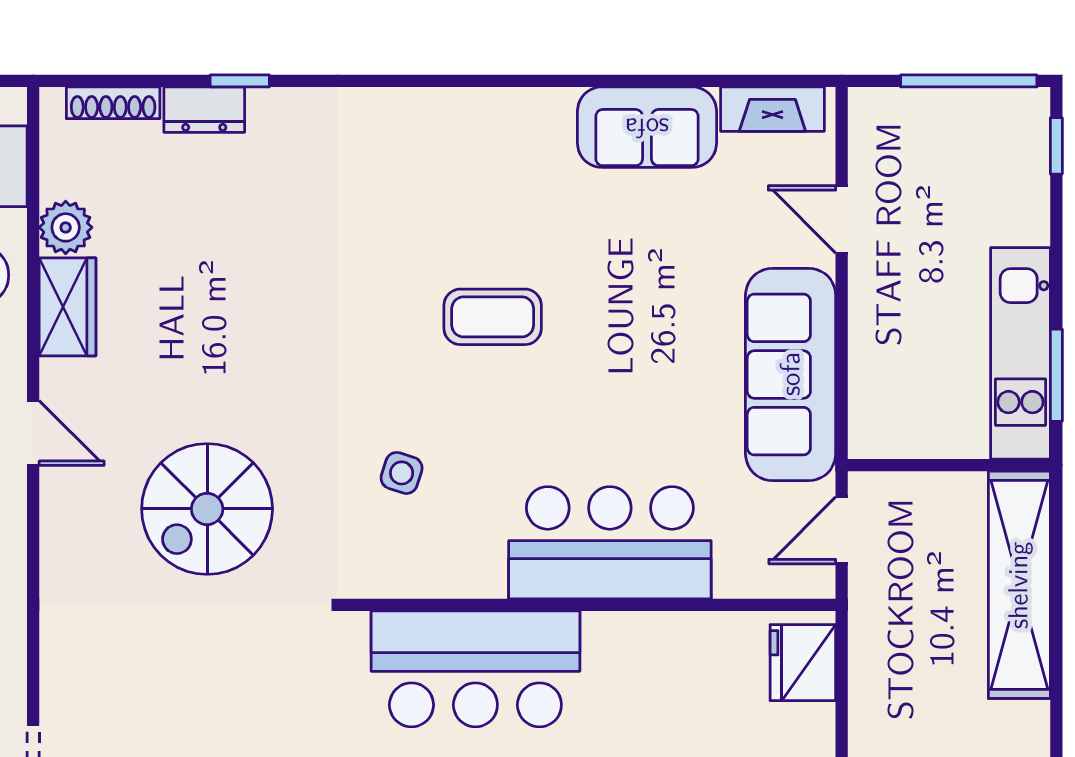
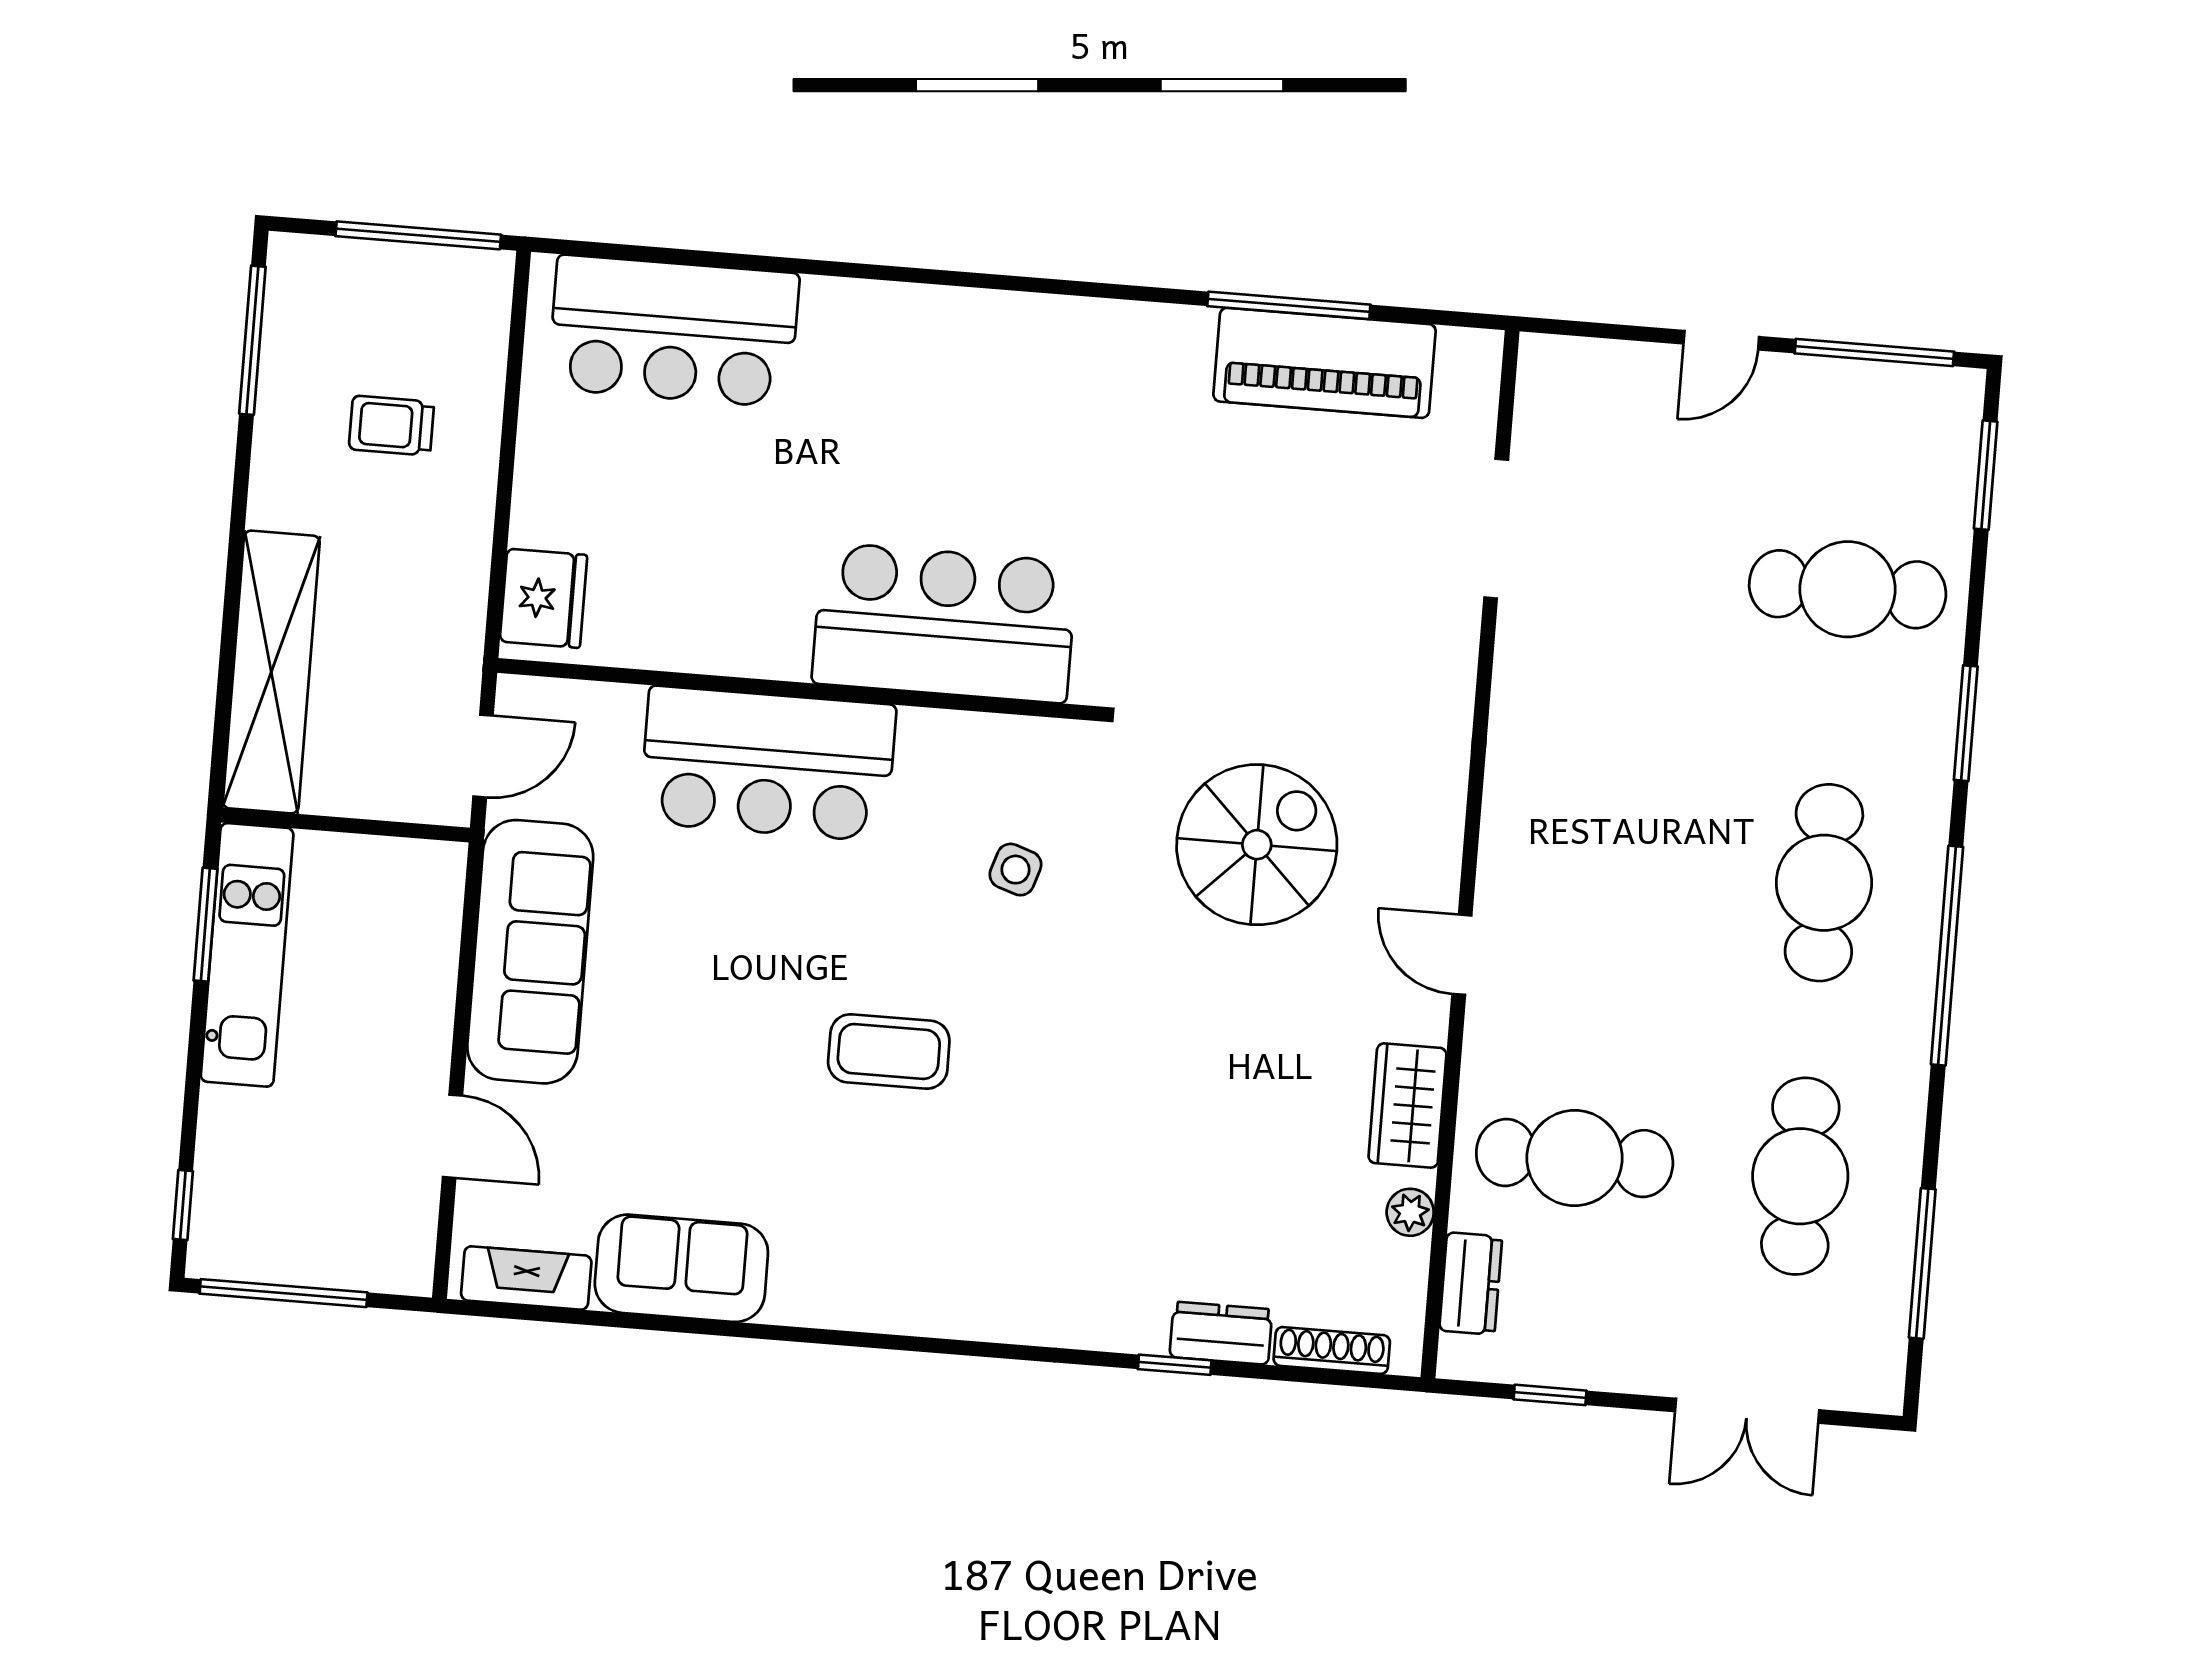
plant: (66, 227) -> (1410, 1212), width x0.73, depth x0.73

